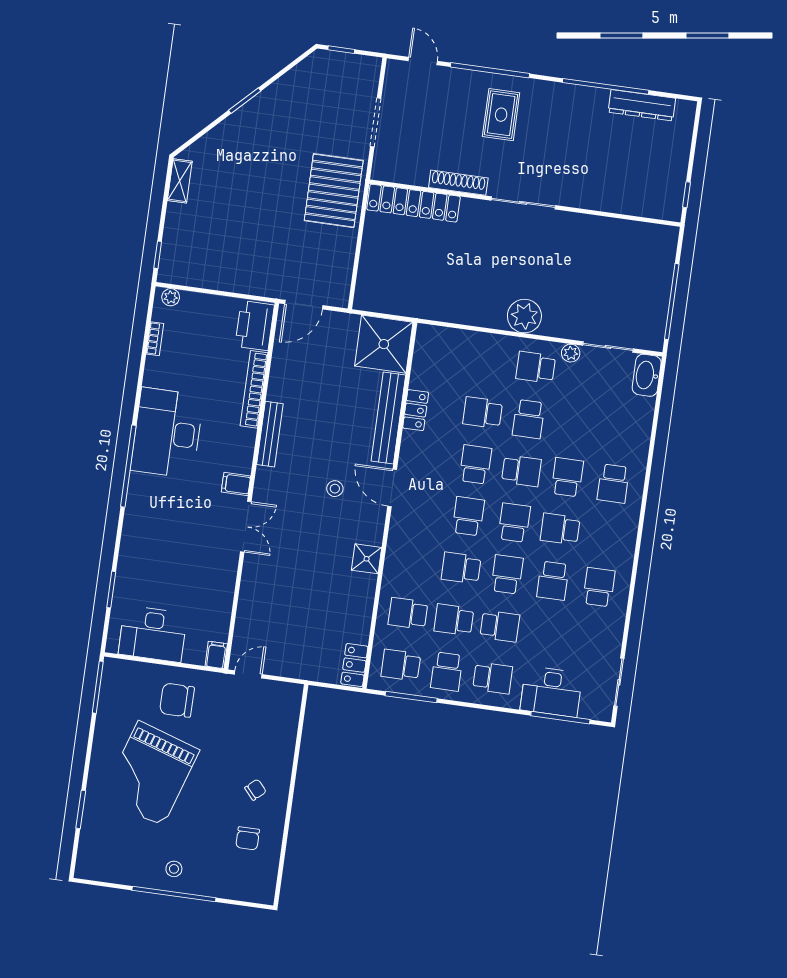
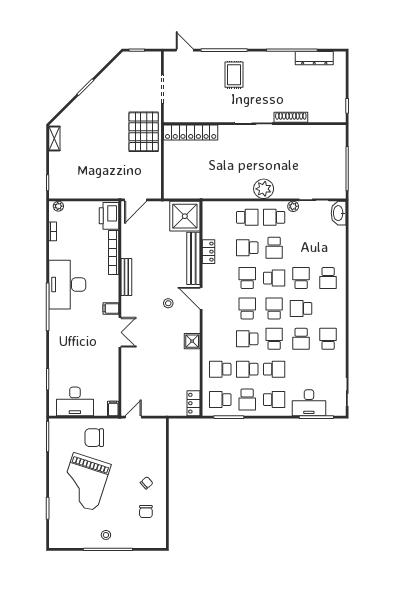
shoe rack: (458, 183) -> (291, 117), moved
school desk: (490, 361) -> (247, 217), added

